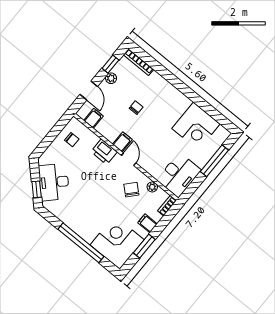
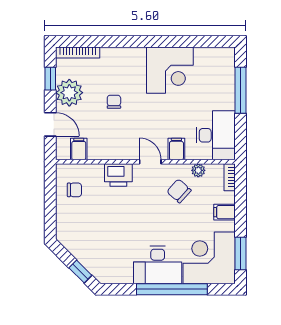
plant: (111, 78) -> (69, 93), width x1.87, depth x1.87
corner desk: (196, 126) -> (170, 70), moved
filing cabinet: (122, 142) -> (176, 149), moved
desk: (54, 182) -> (158, 265), moved, turned -45
window: (144, 246) -> (241, 253), moved

